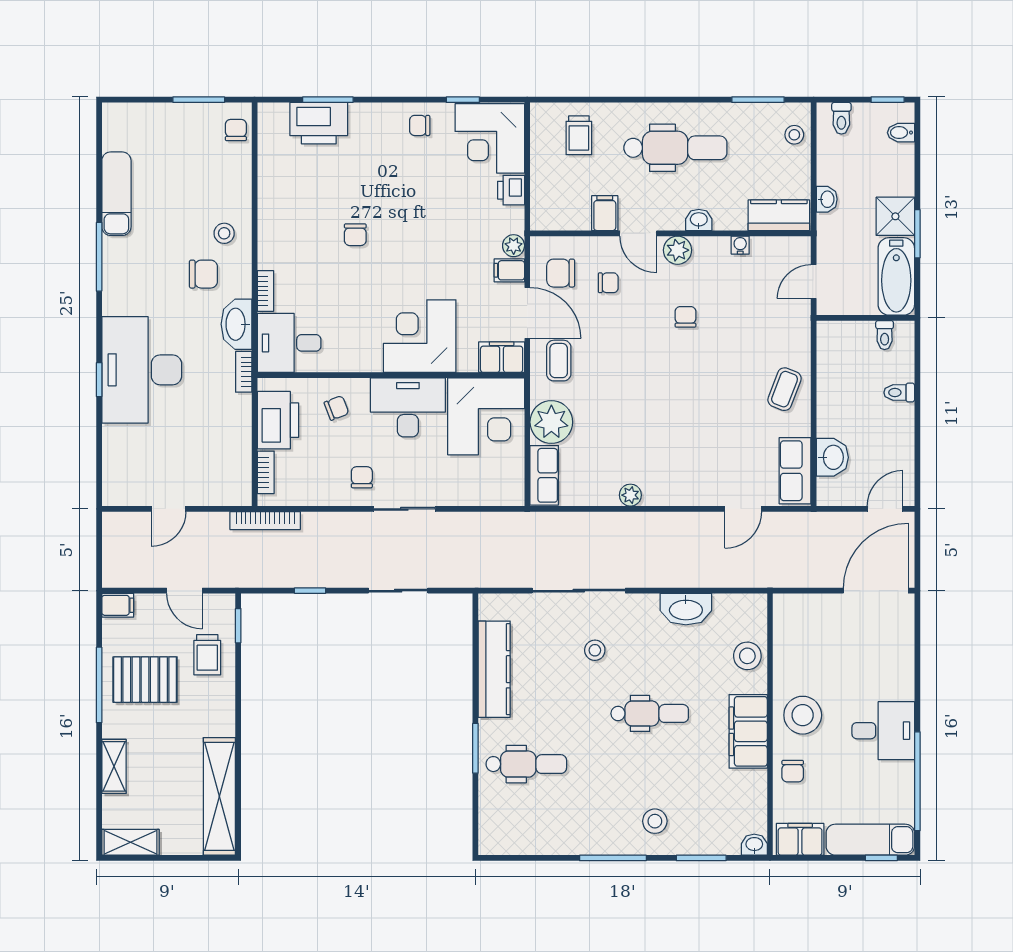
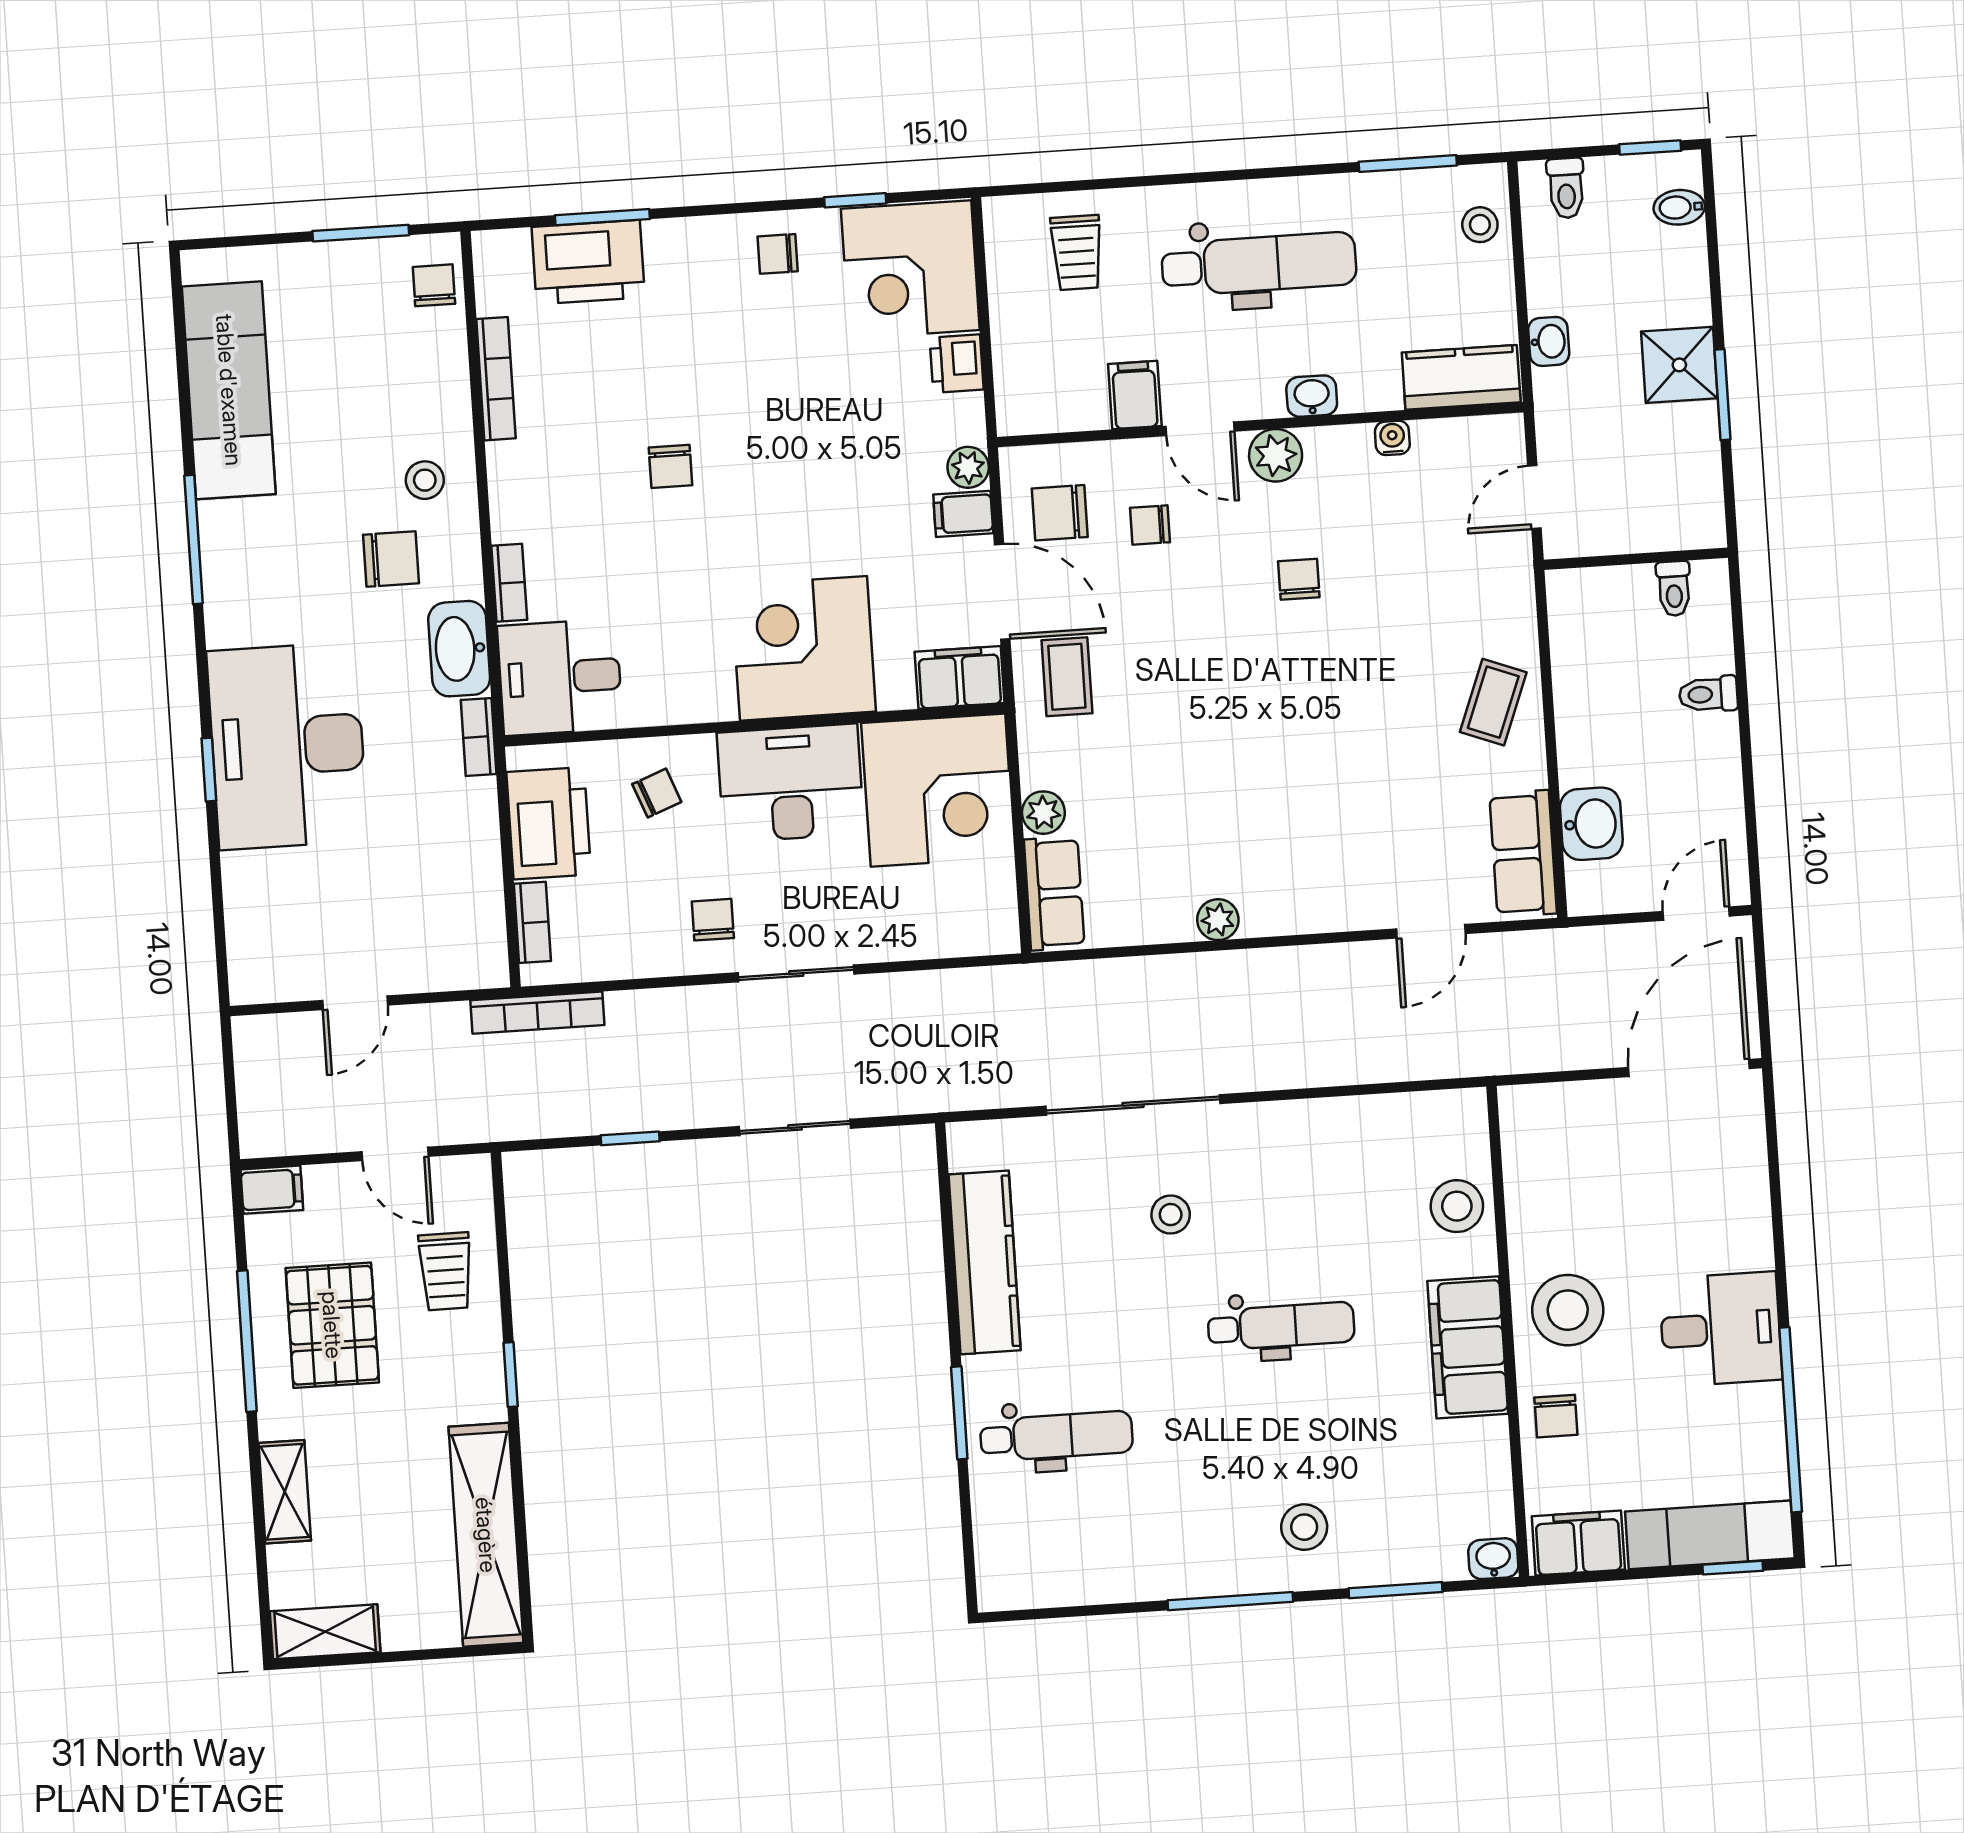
bookcase: (266, 182) -> (496, 379), added
exam couch: (116, 194) -> (229, 390), width x1.36, depth x1.45
bathtub: (896, 276) -> (1688, 477), removed
chair: (608, 283) -> (1150, 525), turned 180
plant: (551, 422) -> (1043, 813), width x0.53, depth x0.53
washbasin: (686, 609) -> (1336, 1126), removed
window: (238, 626) -> (511, 1375), moved
pallet: (145, 680) -> (332, 1325), turned 90

